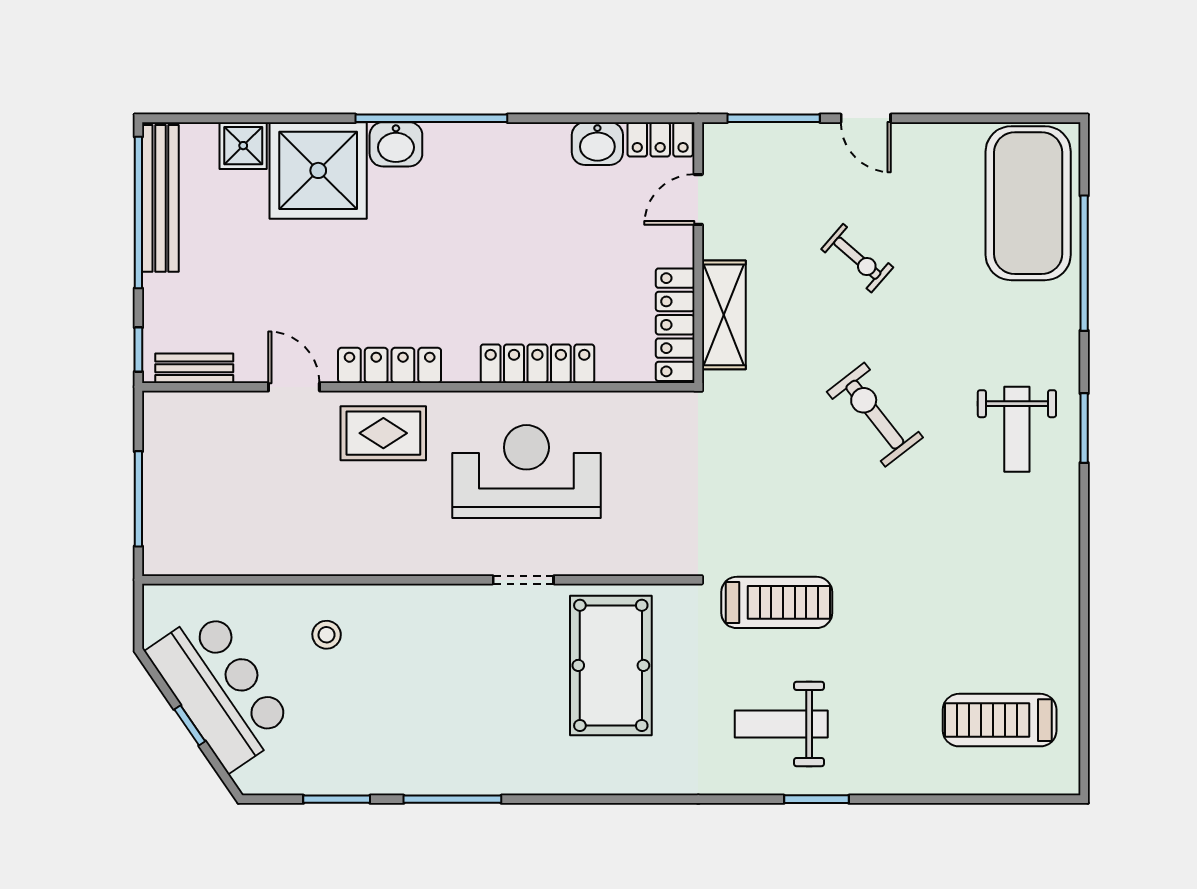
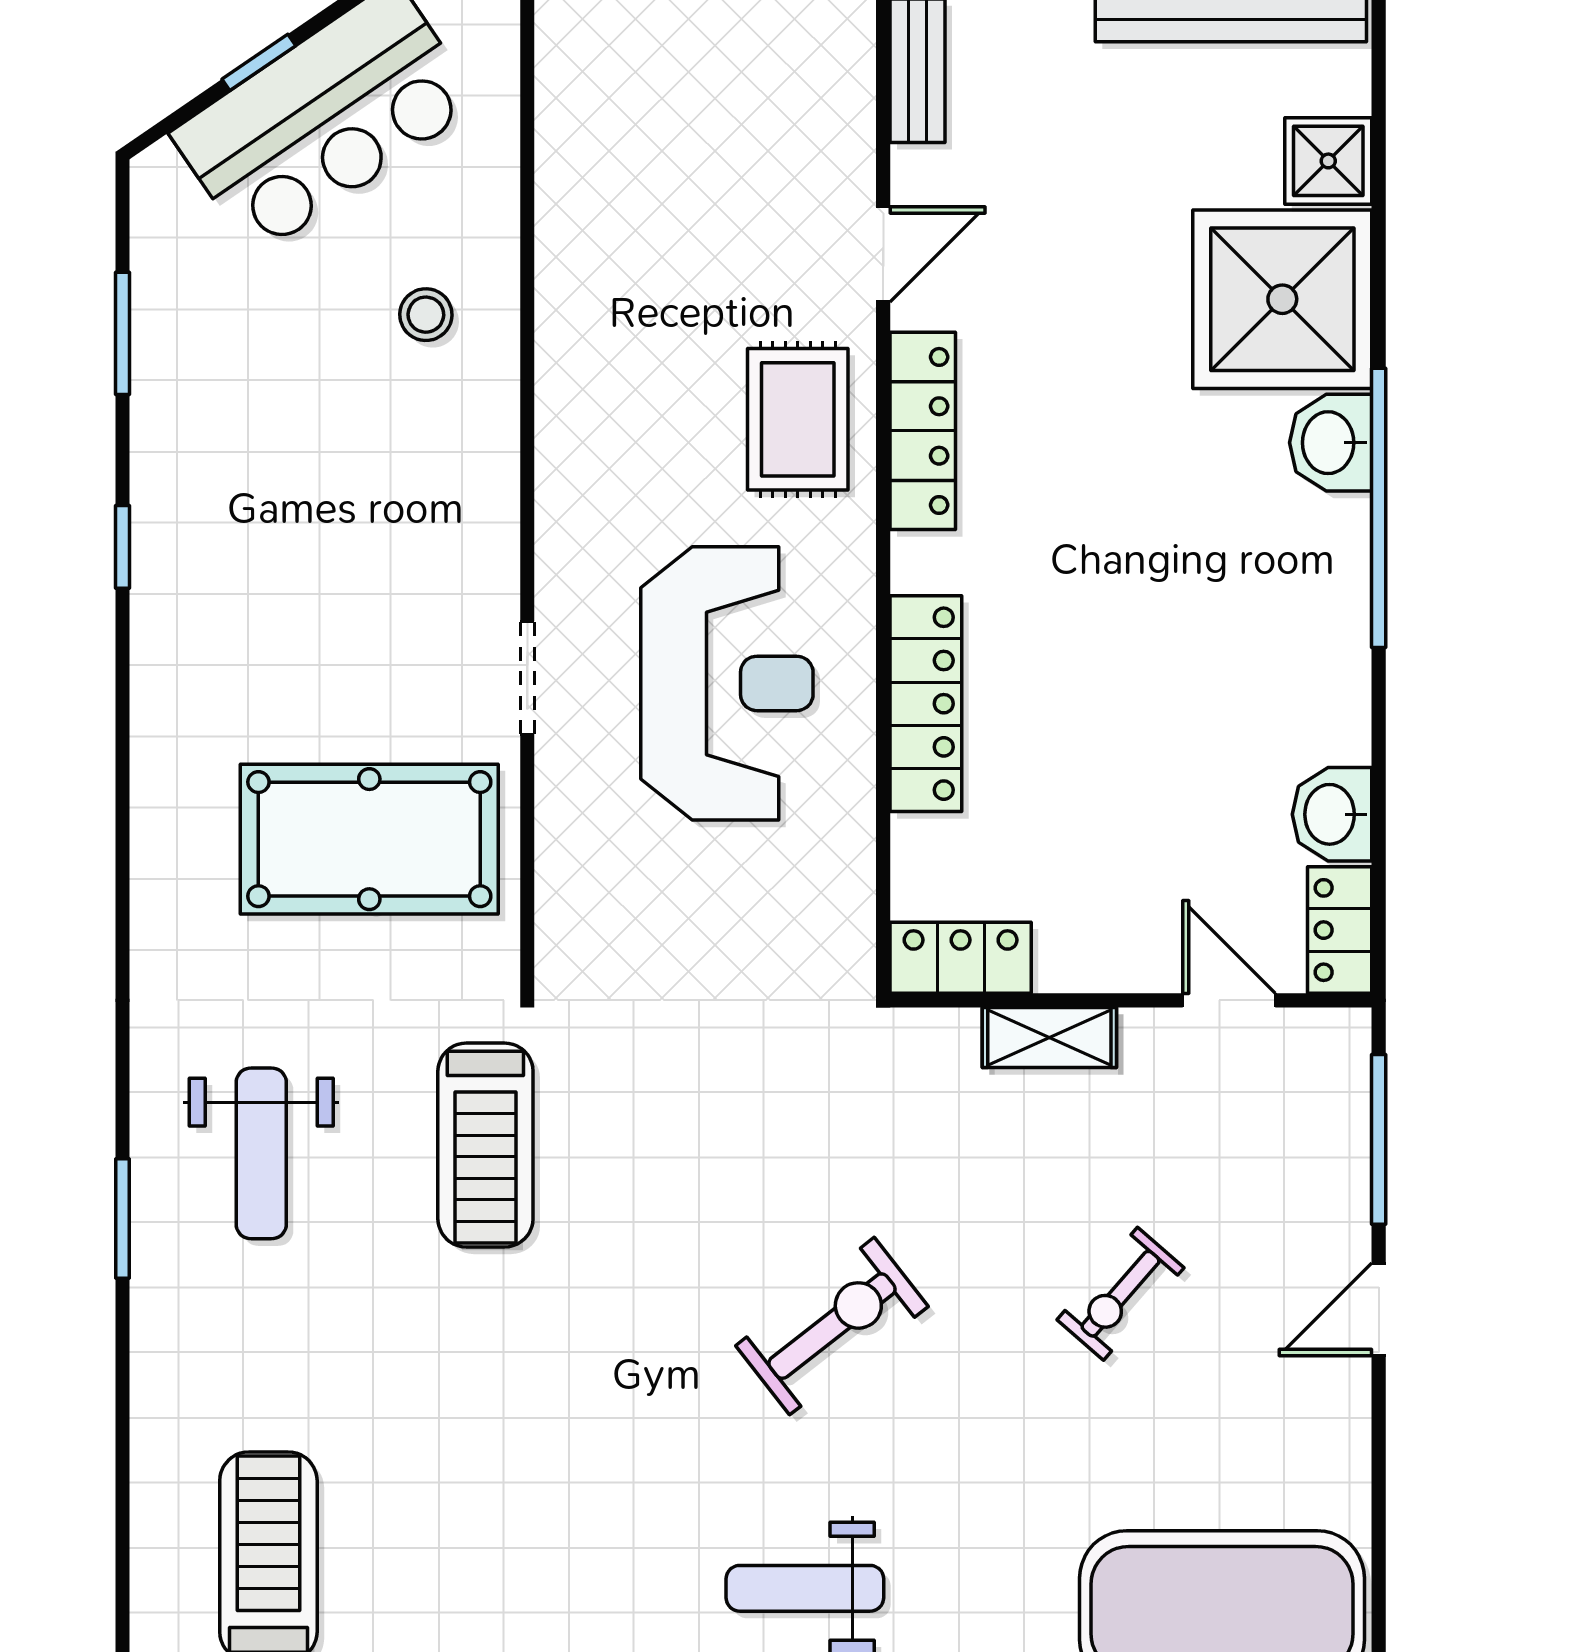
shelving: (724, 315) -> (1049, 1038), width x0.67, depth x0.75
locker: (675, 325) -> (961, 958), width x0.66
weight bench: (781, 724) -> (261, 1153), turned 180
window: (452, 799) -> (122, 547), width x0.46

